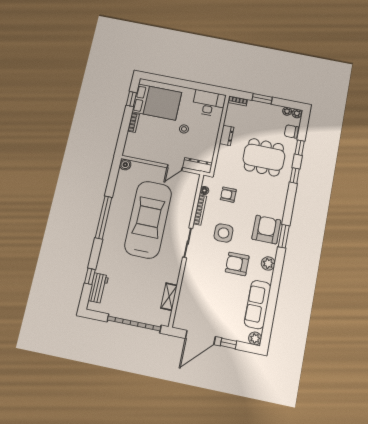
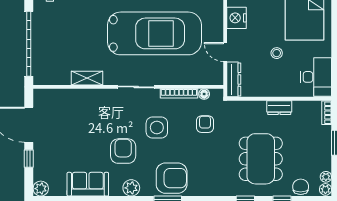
nightstand: (150, 154) -> (237, 18), added
shelving: (169, 297) -> (87, 78), moved
sofa: (258, 305) -> (88, 184), width x0.73

